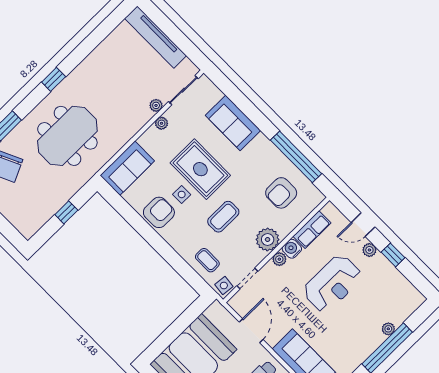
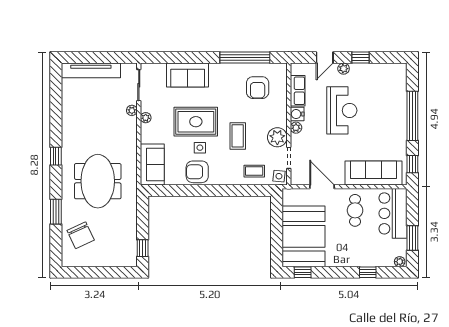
window: (66, 212) -> (143, 248), moved
armchair: (159, 212) -> (197, 172), turned -90
plant: (268, 239) -> (277, 137), moved
plant: (388, 329) -> (402, 104), removed

